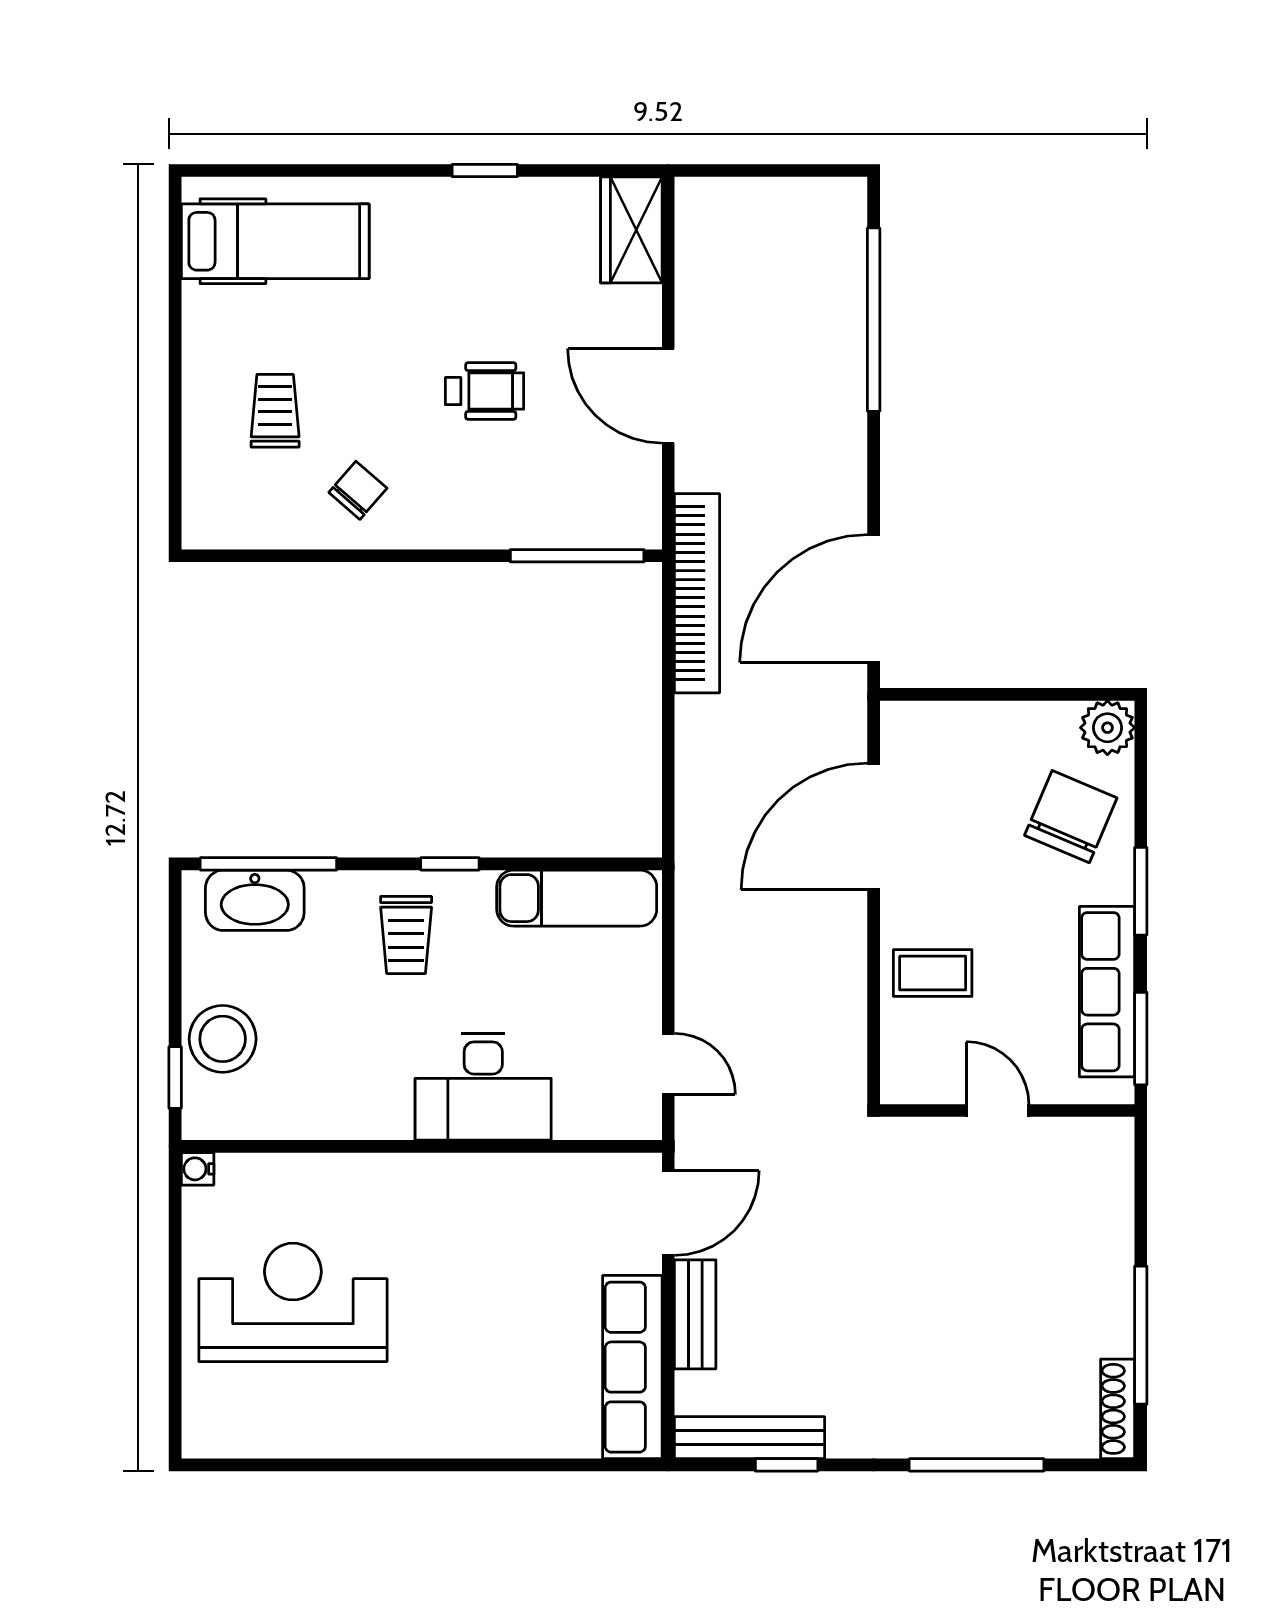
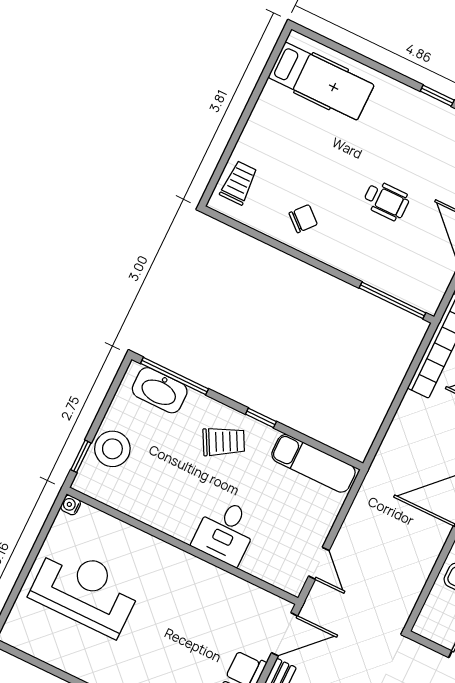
trolley: (275, 411) -> (239, 183), moved
trolley: (406, 935) -> (224, 442), turned -118
desk: (483, 1087) -> (225, 532), width x0.73

